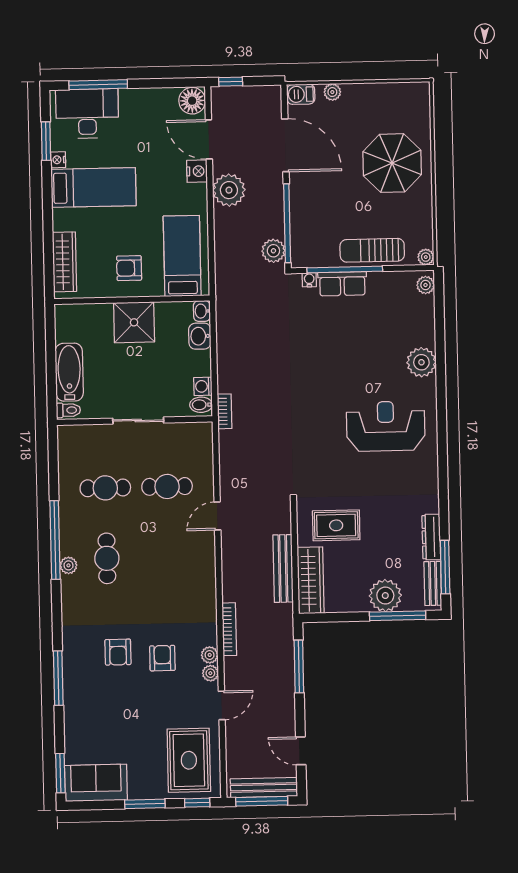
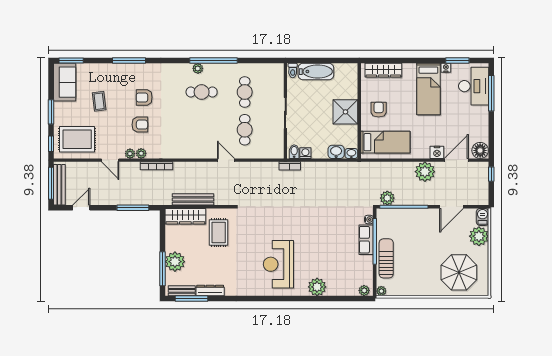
plant: (332, 92) -> (479, 236), width x1.88, depth x1.88
door: (285, 145) -> (452, 207), width x0.73
parasol: (392, 163) -> (459, 272), moved
reception desk: (386, 426) -> (278, 264), turned 180
coffee table: (126, 726) -> (99, 101), added

